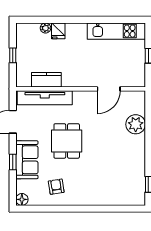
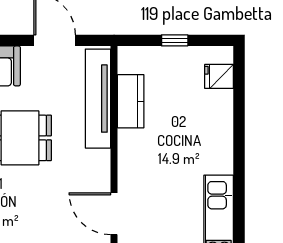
plant: (45, 28) -> (224, 100), removed
fridge: (58, 31) -> (219, 76), moved

